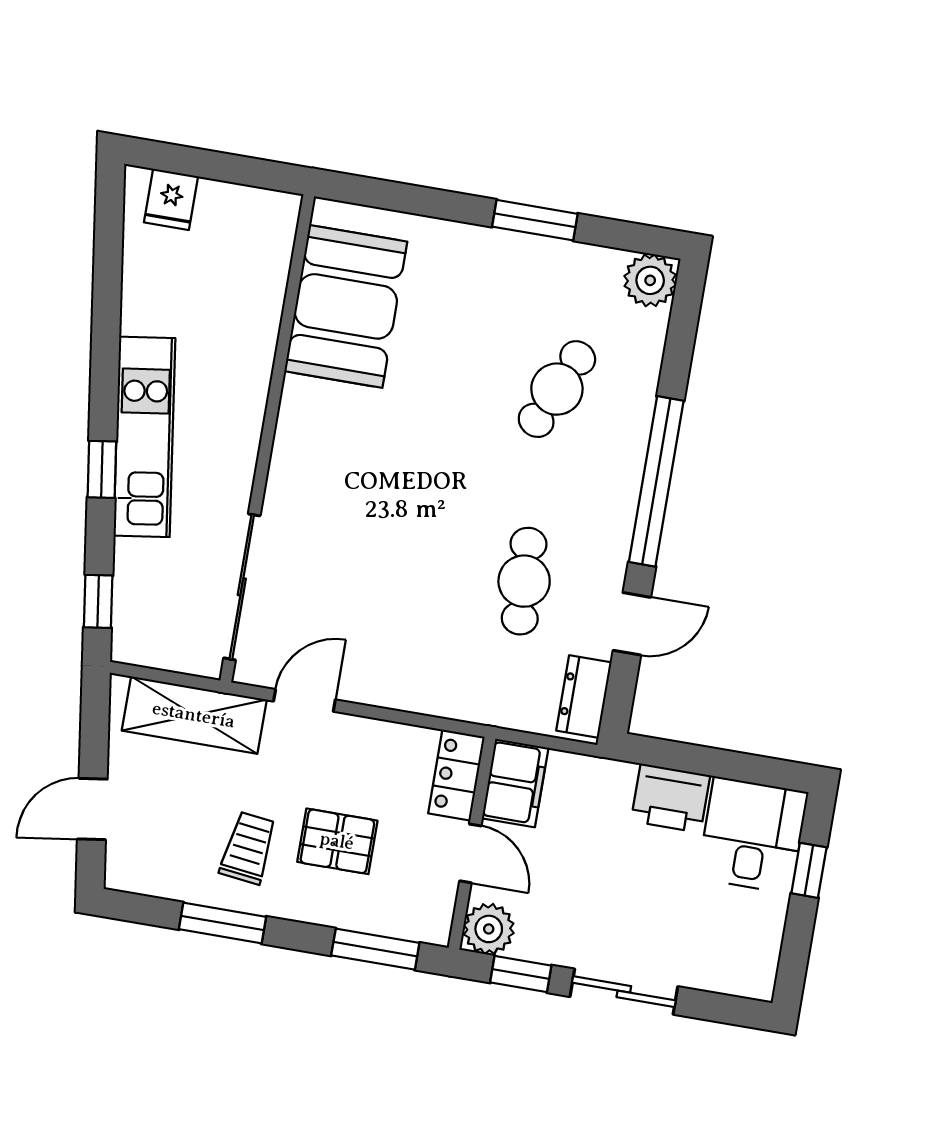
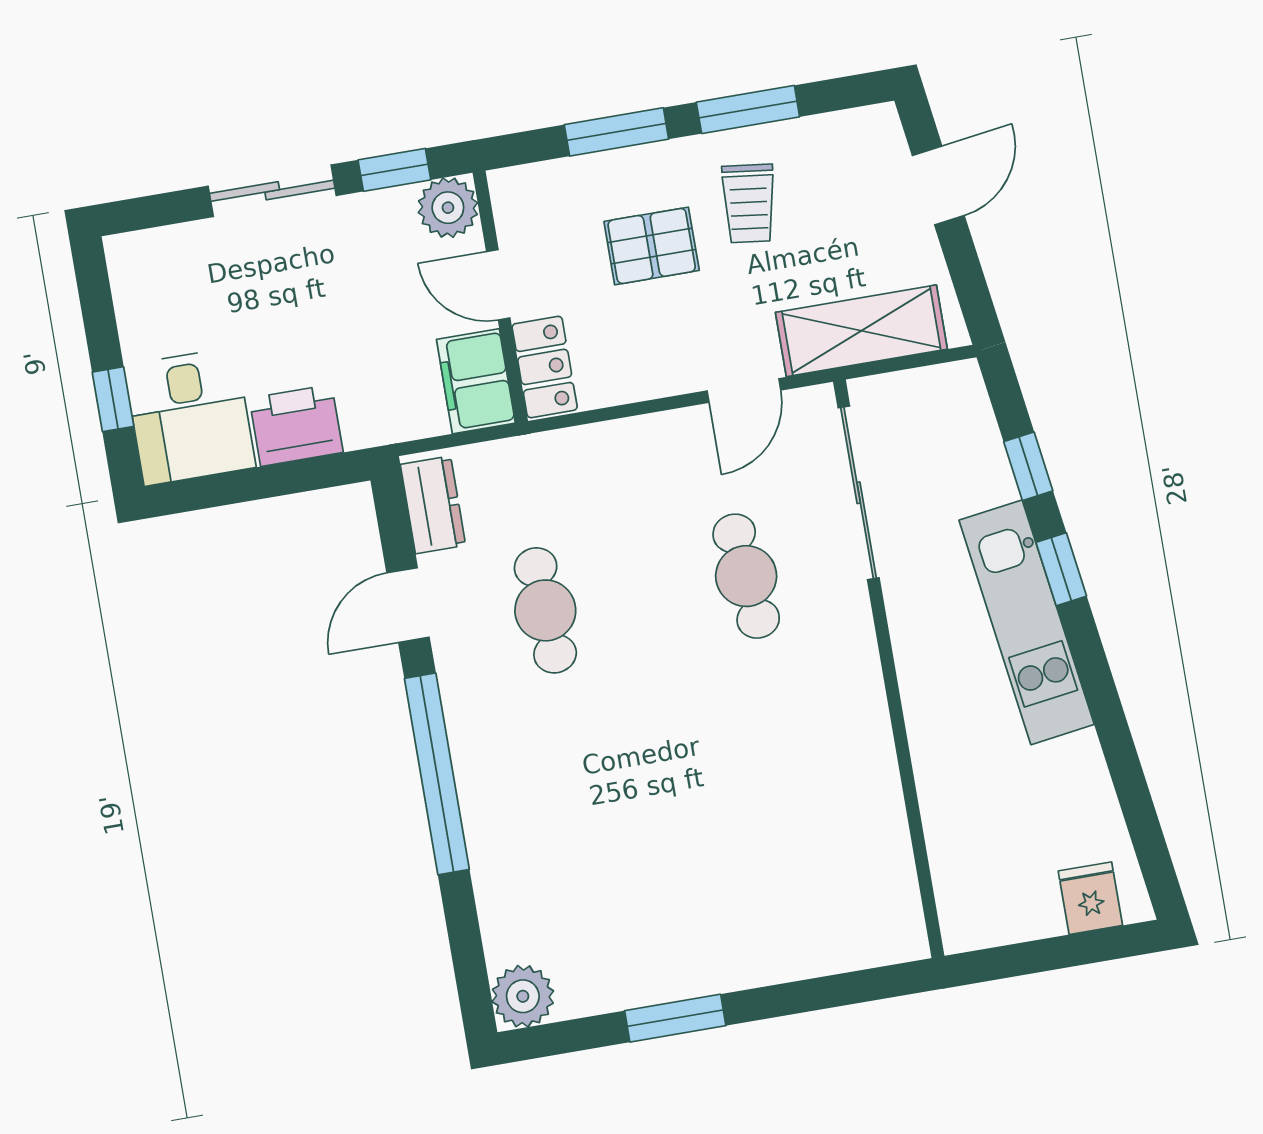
booth: (346, 306) -> (853, 847), removed
cafe table: (557, 389) -> (746, 576), moved, turned -30
window: (98, 601) -> (1028, 466), moved
window: (375, 949) -> (616, 132), moved

